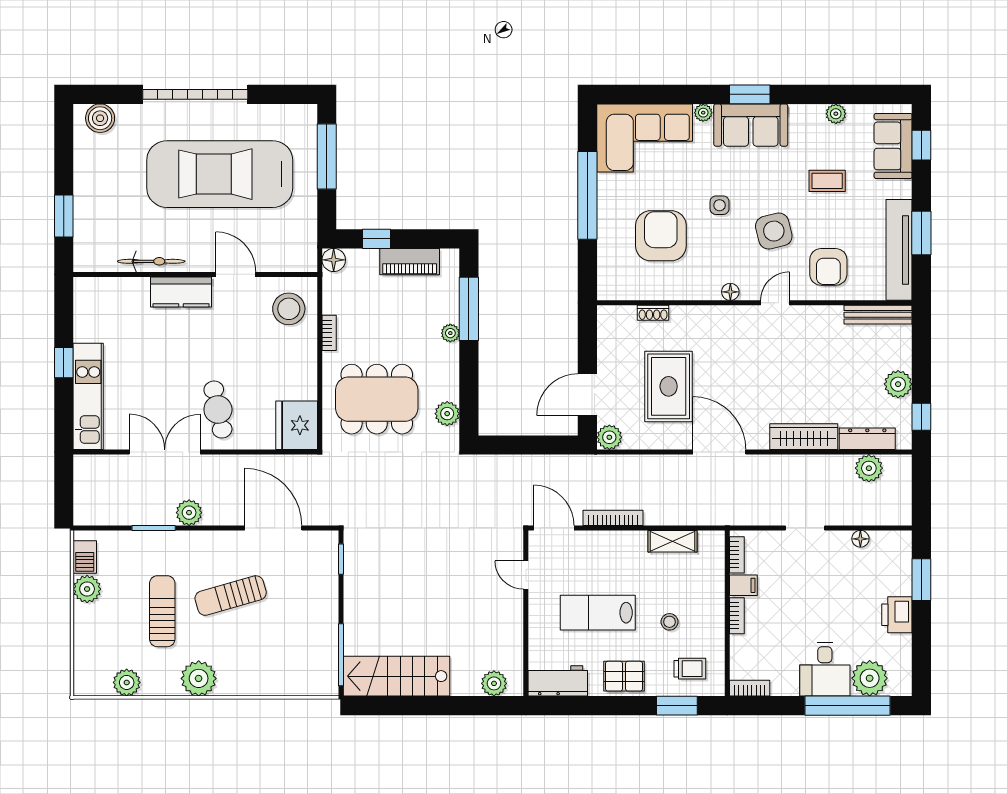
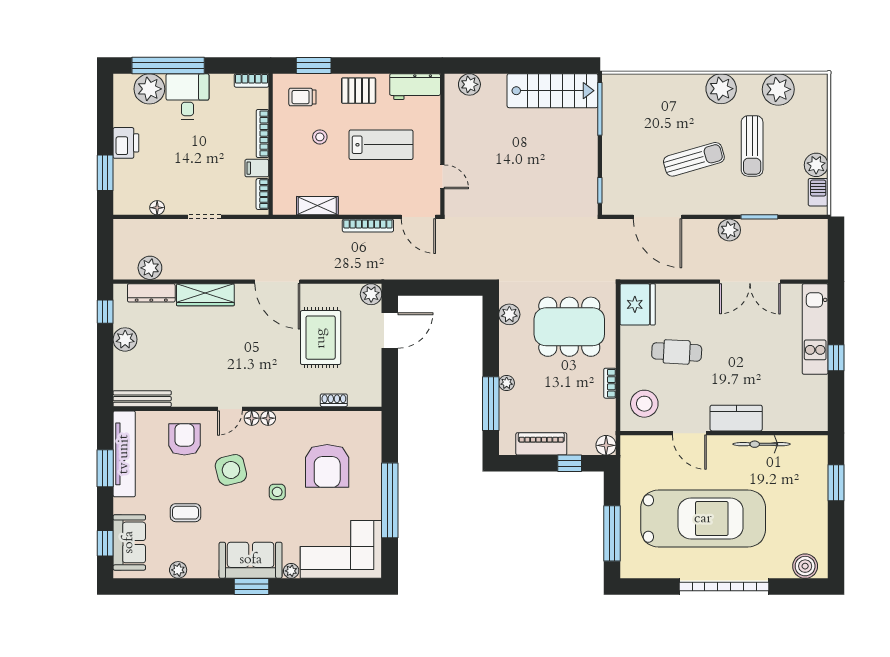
floor lamp: (749, 292) -> (252, 418), added
cafe table: (218, 410) -> (677, 352), moved, turned -75
bookcase: (737, 616) -> (262, 133), width x1.56
plant: (127, 682) -> (778, 89), width x1.36, depth x1.36

